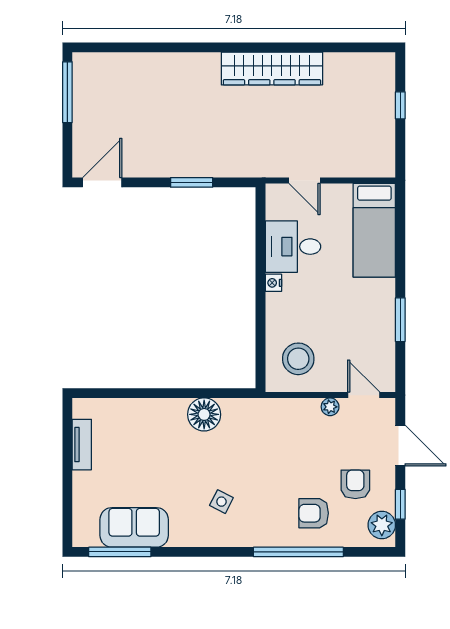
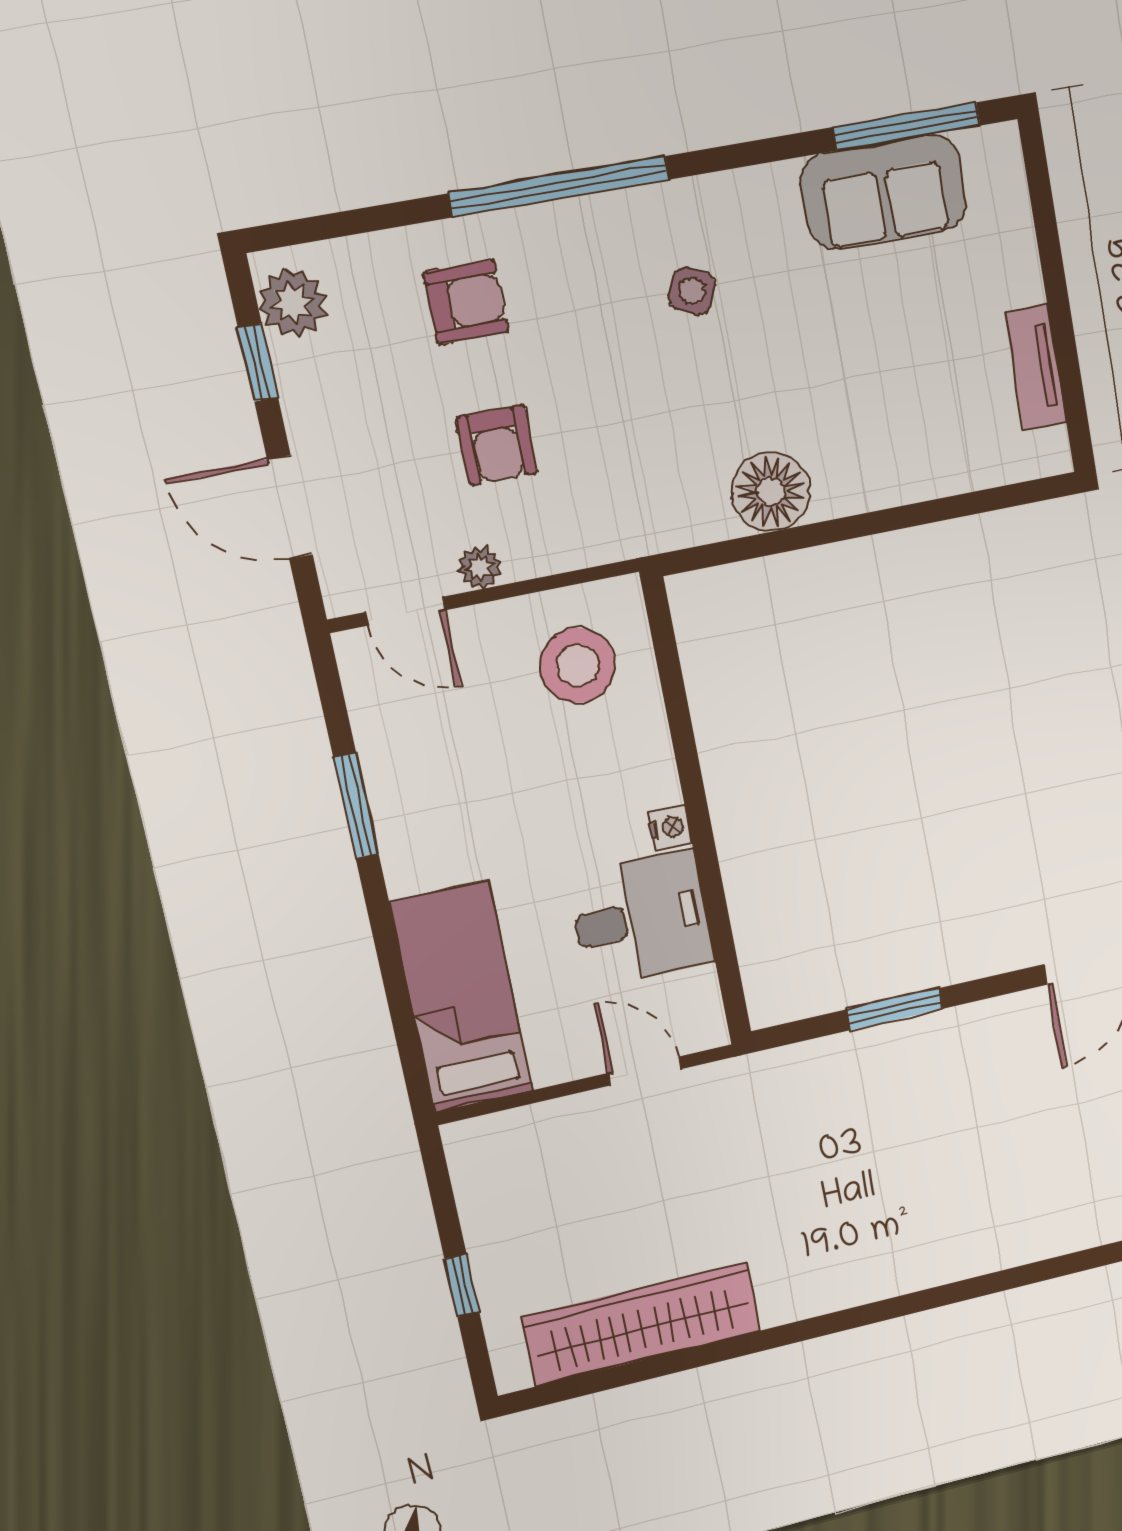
wardrobe: (272, 69) -> (642, 1324), moved
armchair: (355, 484) -> (497, 445), moved
window: (298, 552) -> (559, 186), moved

